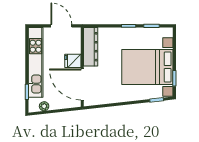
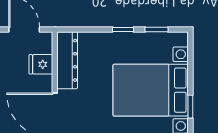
fridge: (73, 61) -> (41, 64), moved

